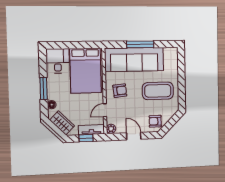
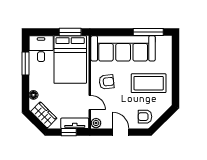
window: (140, 44) -> (148, 32), moved
window: (85, 45) -> (70, 32), added
window: (44, 88) -> (25, 64), moved
door: (105, 110) -> (90, 103), swing flipped

